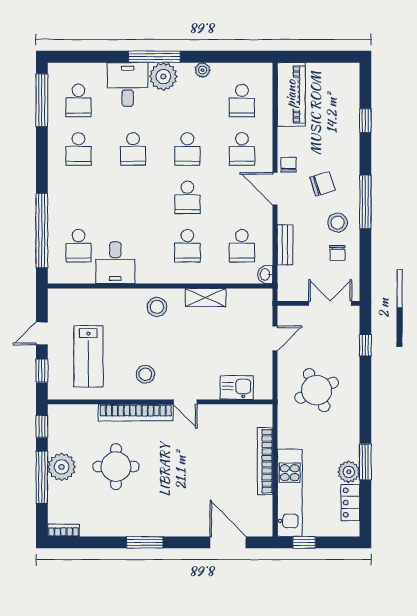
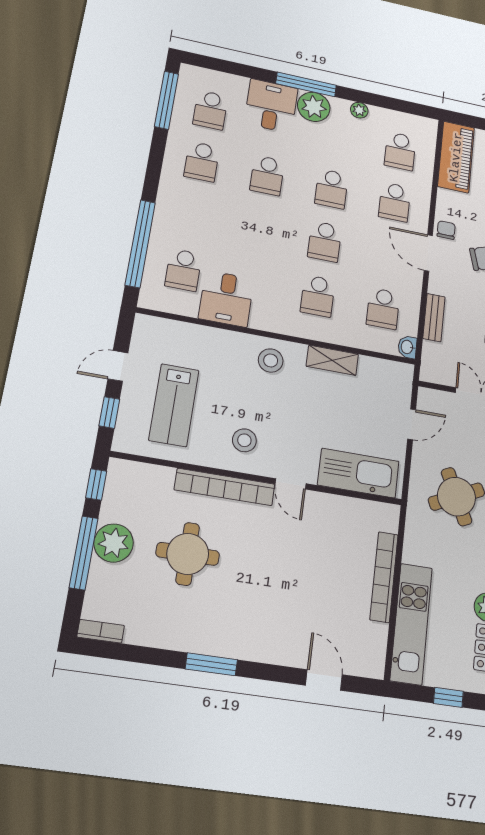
kitchen sink: (237, 388) -> (358, 473), width x1.87, depth x1.24
door: (228, 542) -> (324, 680), width x0.73
window: (304, 542) -> (448, 697), moved

